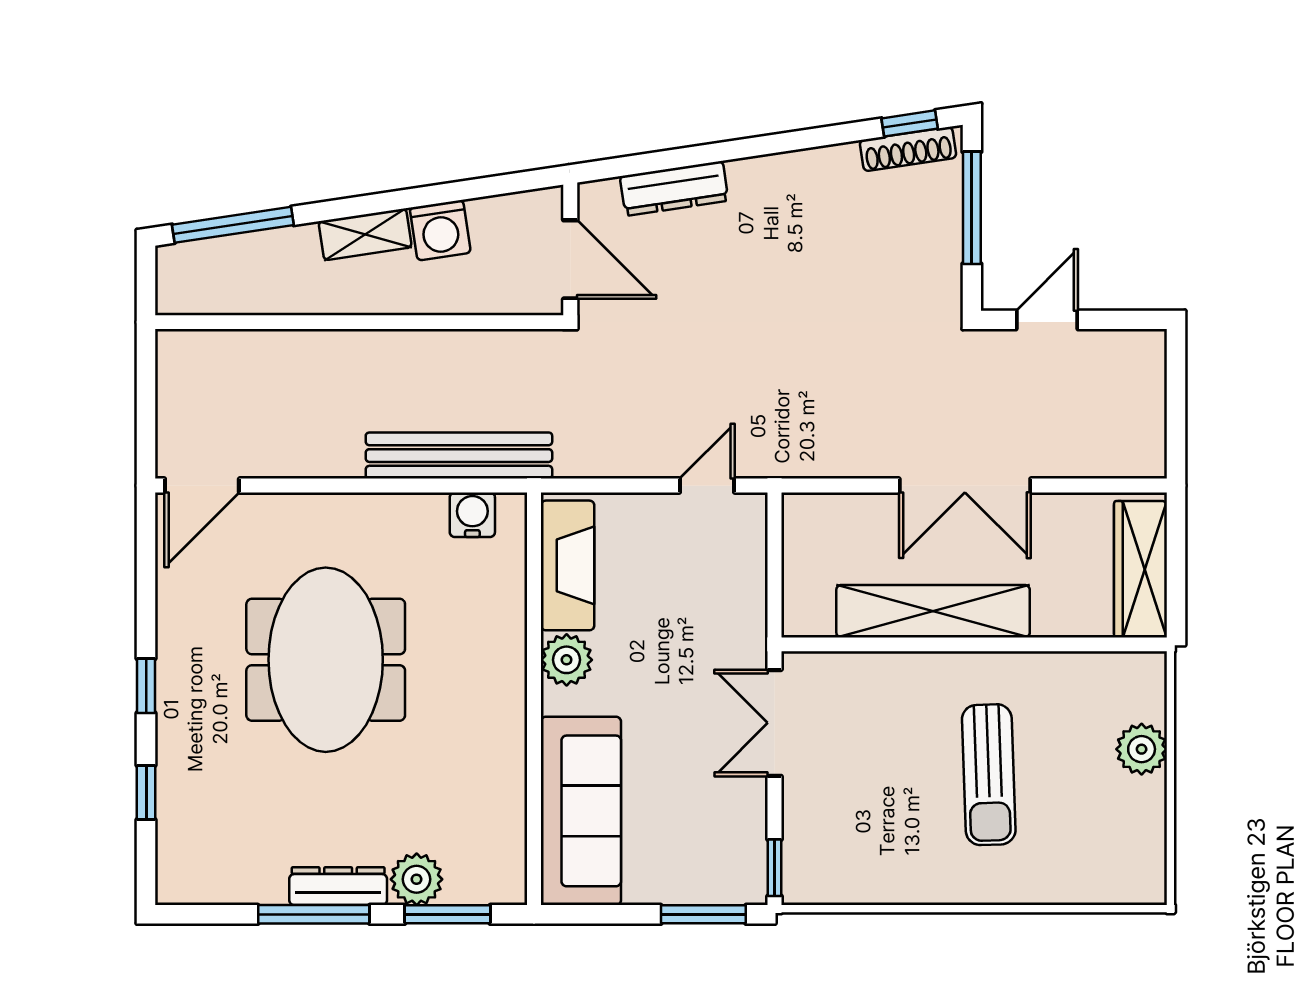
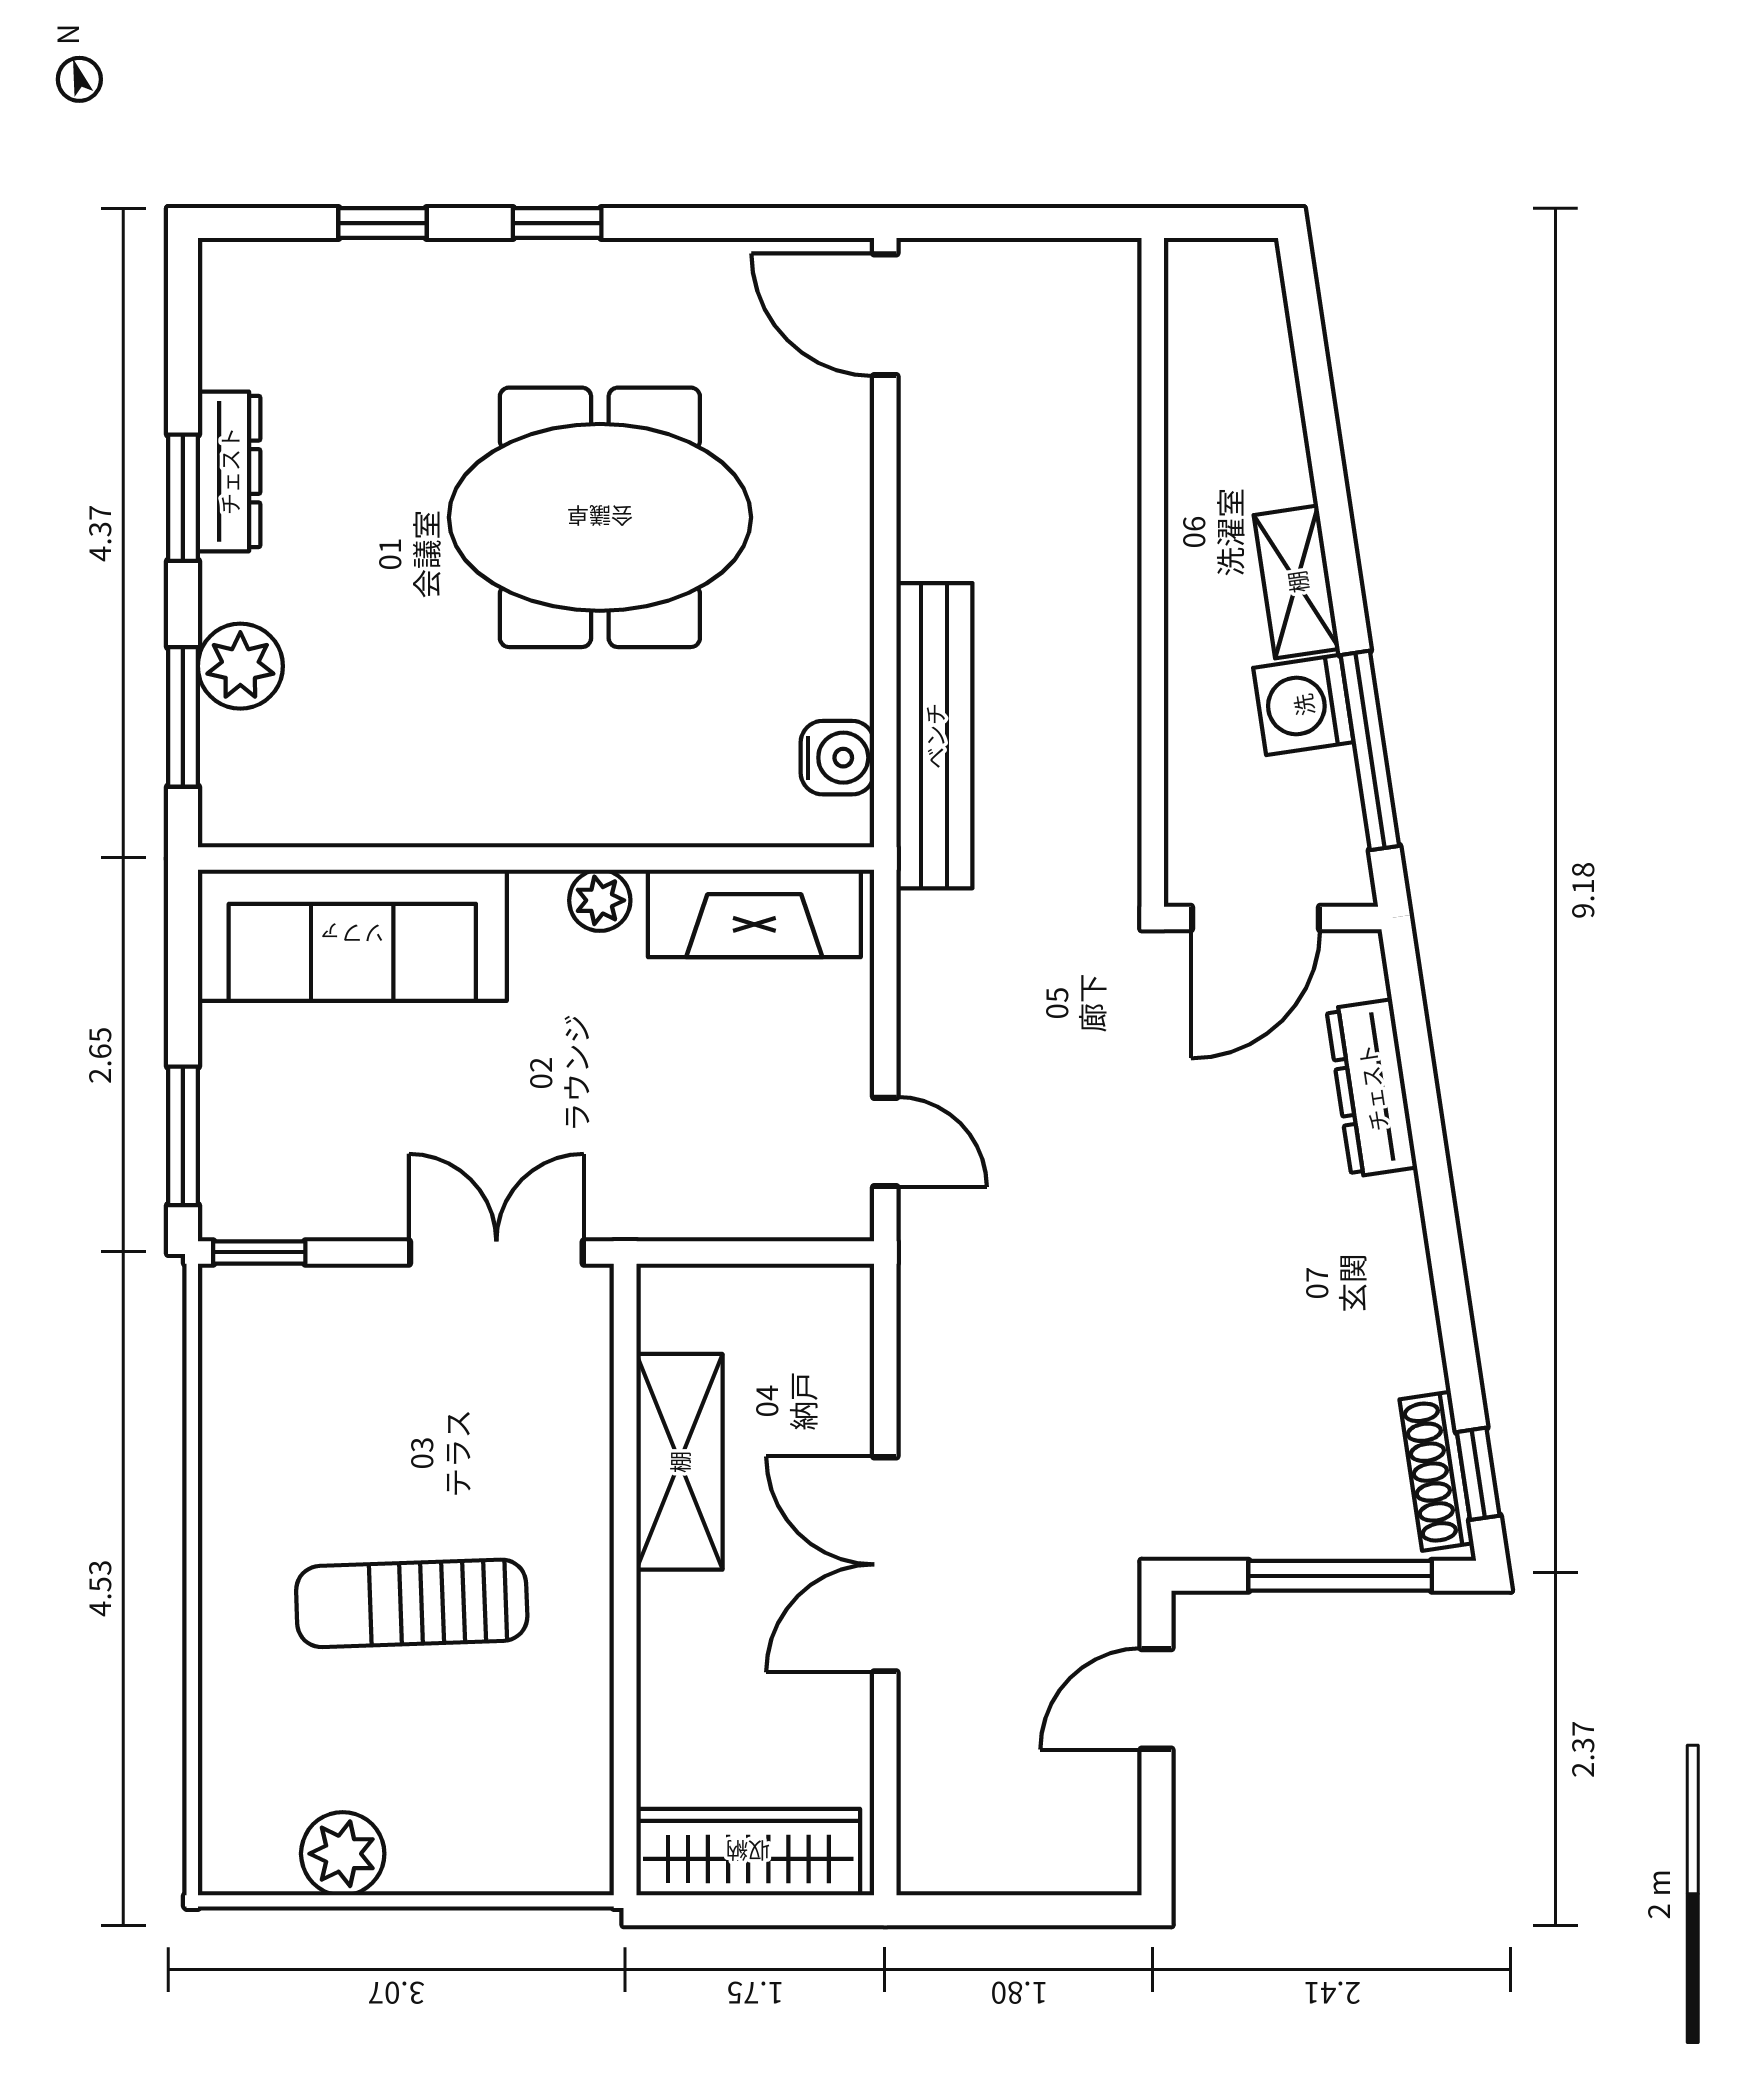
window: (233, 225) -> (1370, 750), moved
door: (1047, 320) -> (1157, 1699), swing flipped
shelving: (933, 611) -> (679, 1462), width x0.68
plant: (567, 660) -> (600, 900), width x0.73, depth x0.73
plant: (1142, 749) -> (343, 1854), moved
dresser: (338, 886) -> (229, 471), moved
window: (314, 914) -> (183, 498), width x0.69

